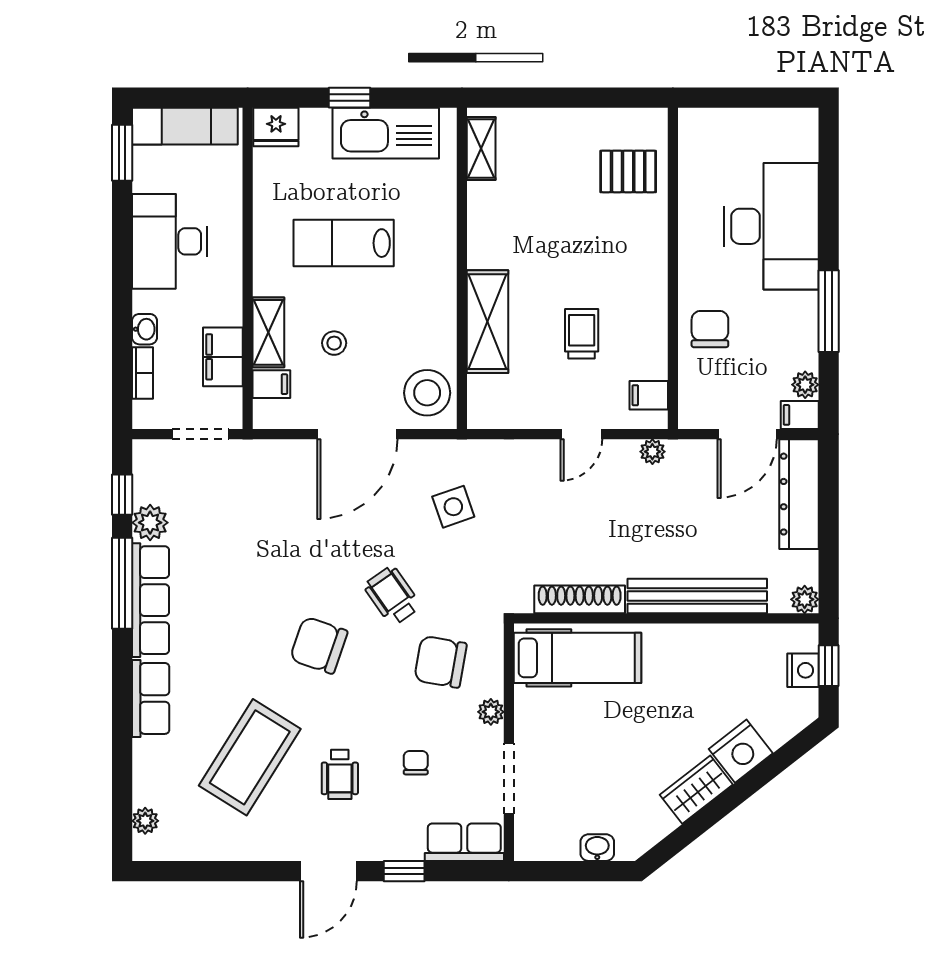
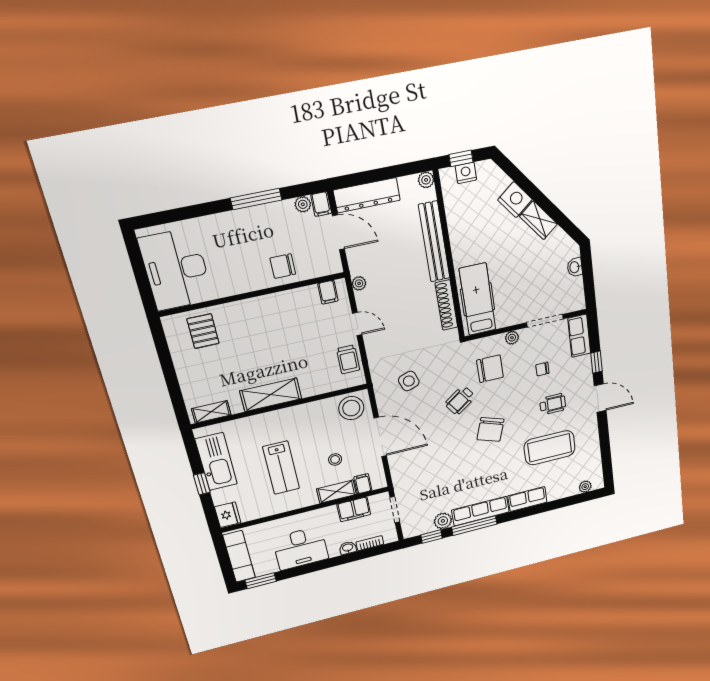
desk: (771, 226) -> (176, 269), moved, turned -90
shelving: (488, 322) -> (271, 395), moved
trolley: (582, 334) -> (348, 359), moved, turned -90
chair: (440, 662) -> (490, 369), turned -100
coffee table: (250, 757) -> (550, 448), turned -32

